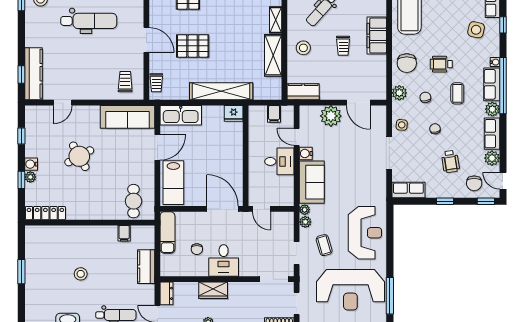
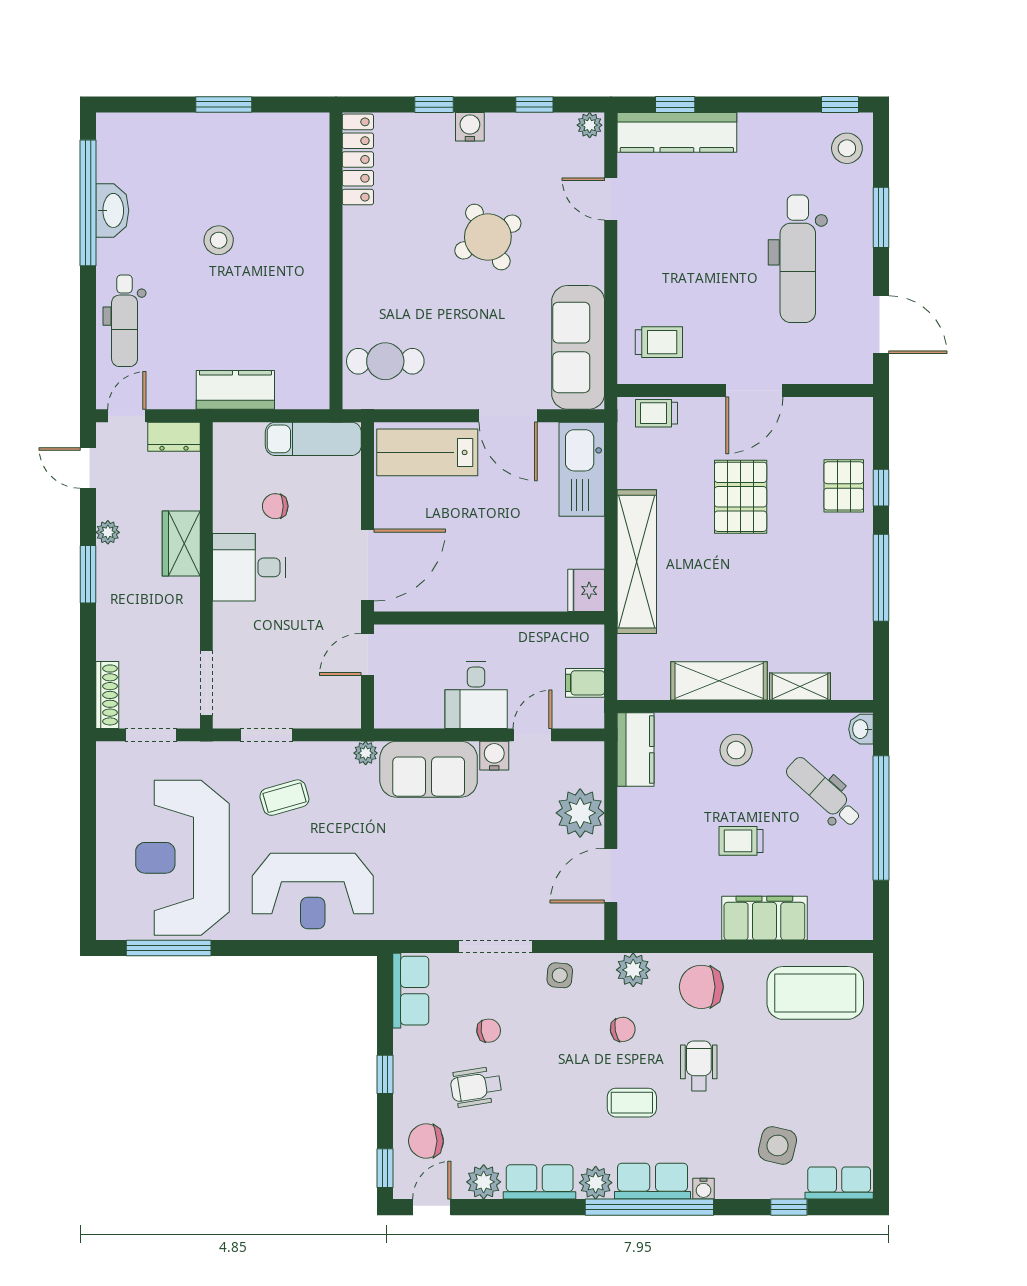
chair: (435, 129) -> (489, 1031), moved
plant: (30, 177) -> (590, 125), moved
plant: (305, 222) -> (338, 755), removed
filing cabinet: (124, 233) -> (312, 340), removed

